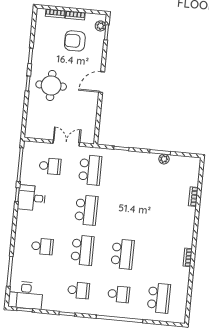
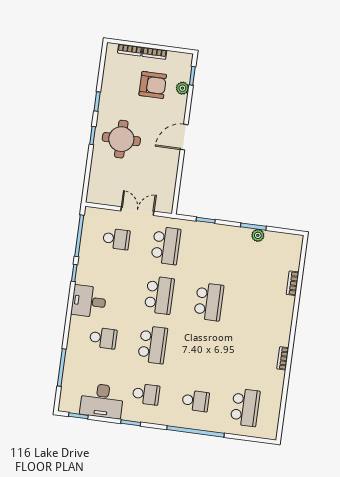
plant: (100, 26) -> (182, 88), moved
armchair: (75, 41) -> (153, 85), turned 180
desk: (32, 198) -> (89, 301), moved
school desk: (123, 254) -> (209, 302), moved
desk: (26, 295) -> (102, 401), moved

